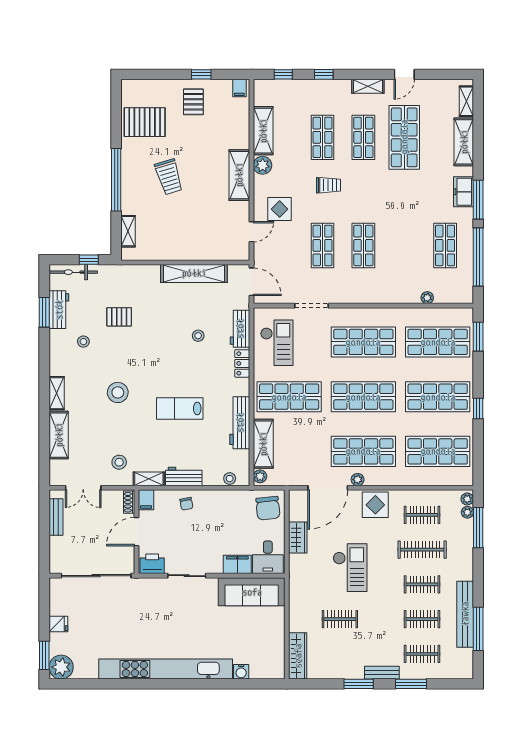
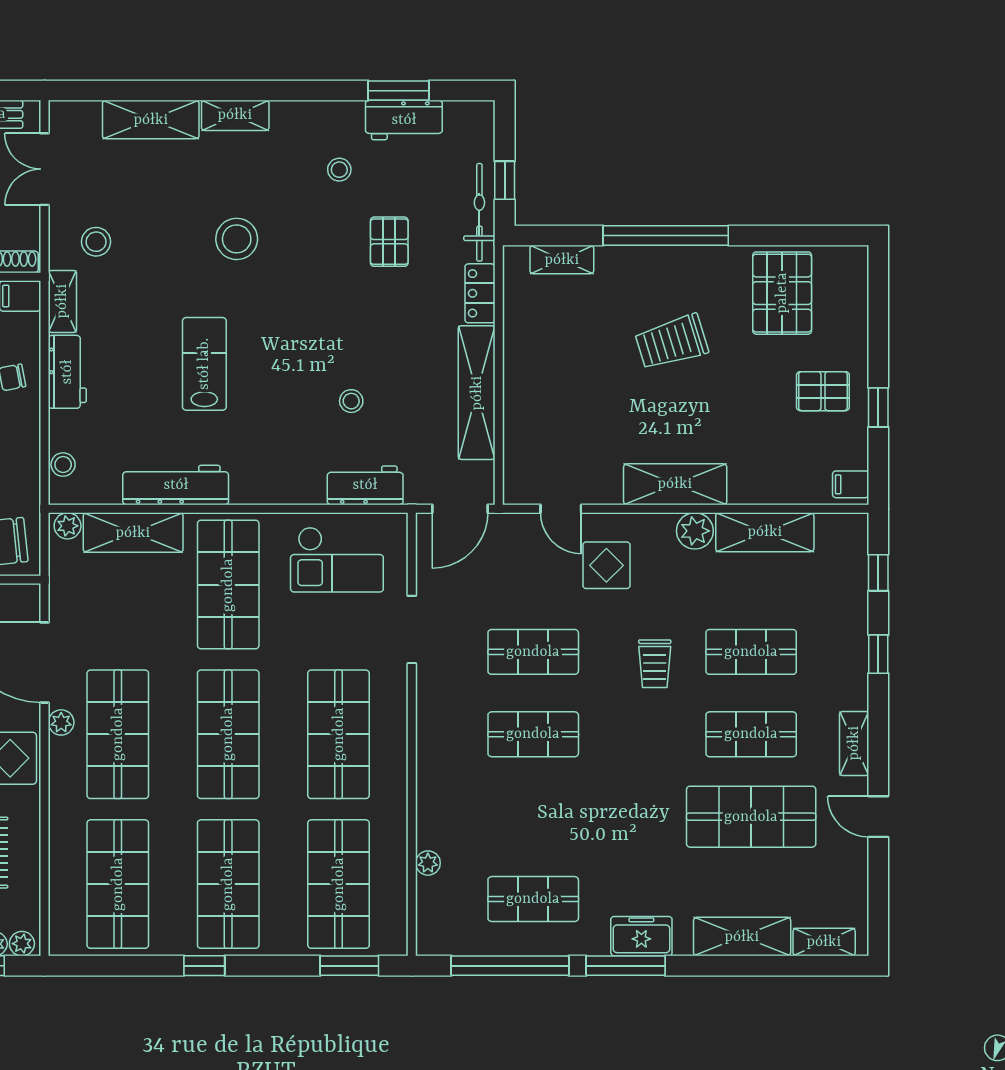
bicycle: (73, 272) -> (479, 212), moved
locker: (242, 363) -> (480, 293), moved, turned -90

